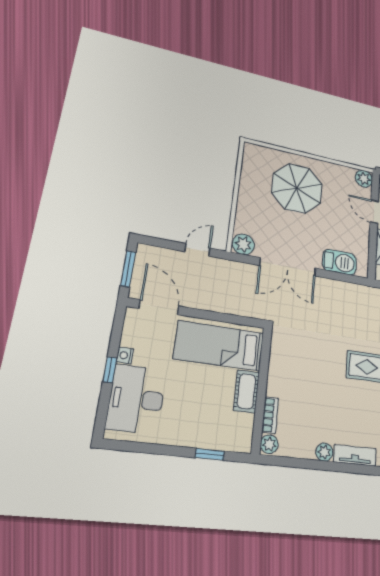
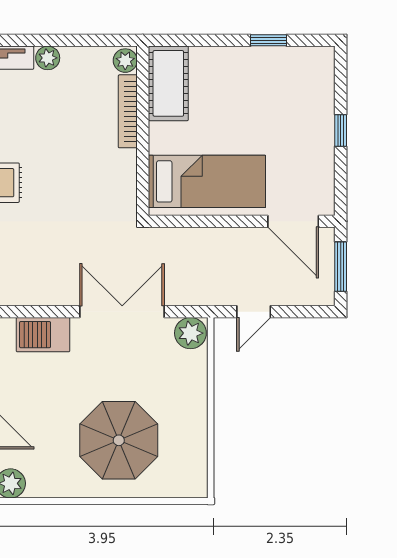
nightstand: (125, 355) -> (326, 151), removed
cot: (246, 391) -> (168, 83), moved, width x1.37, depth x1.34
desk: (136, 399) -> (303, 98), removed
bookcase: (270, 415) -> (128, 111), width x1.56
window: (210, 454) -> (269, 40), moved

